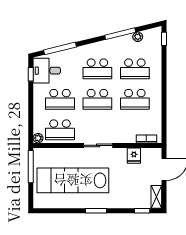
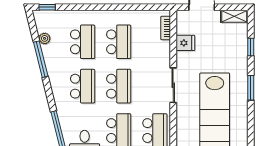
window: (142, 211) -> (251, 47), moved

